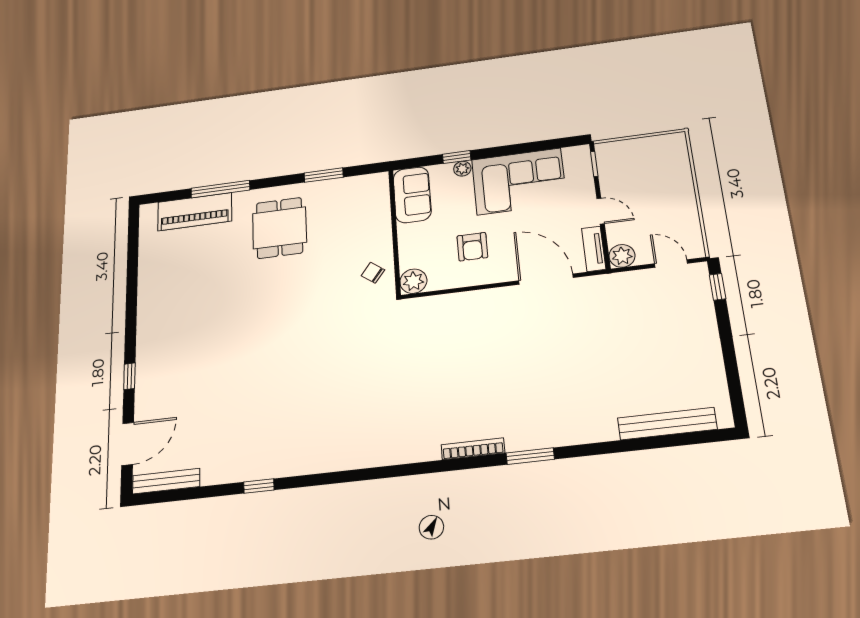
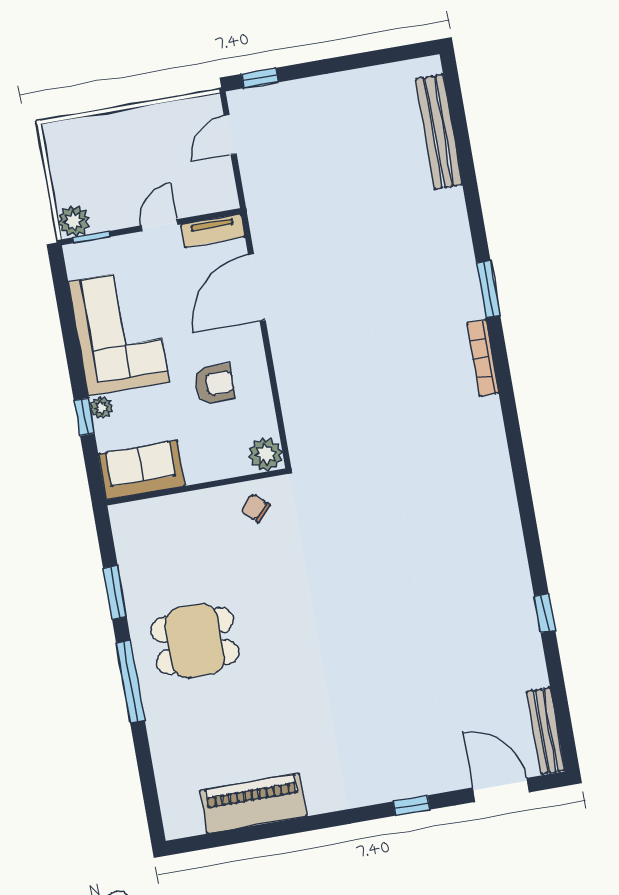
window: (220, 189) -> (130, 681), moved
piano: (195, 212) -> (253, 803), moved, turned -90
plant: (622, 256) -> (74, 221), moved
chair: (373, 273) -> (256, 508), turned 95

